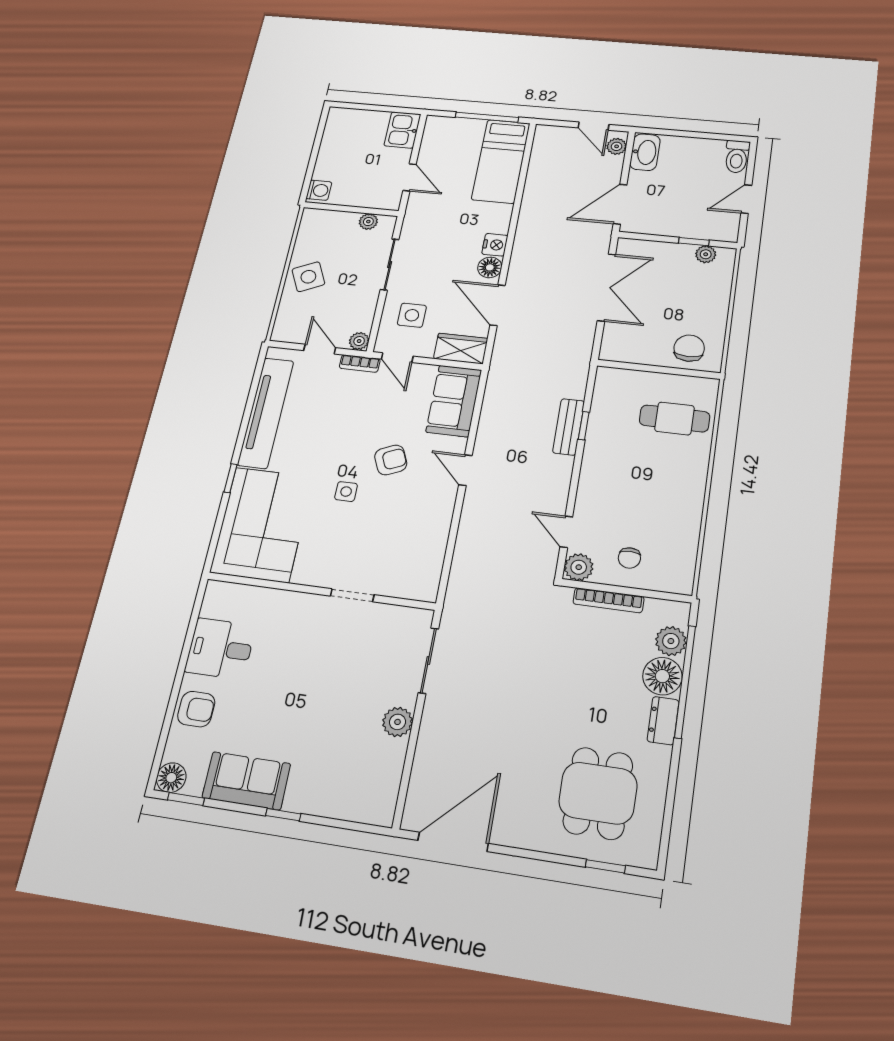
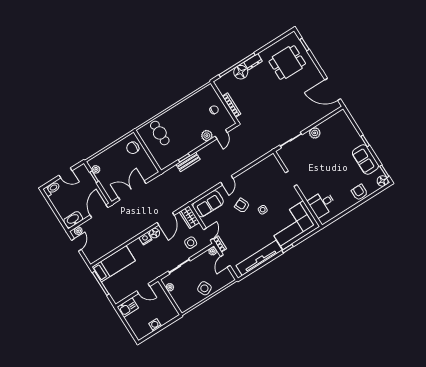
door: (410, 177) -> (143, 289), swing flipped
washing machine: (319, 190) -> (155, 325), moved
door: (620, 204) -> (99, 211), swing flipped
plant: (579, 567) -> (207, 136), moved
plant: (671, 641) -> (229, 78), removed
desk: (220, 649) -> (322, 204), moved, turned 90

